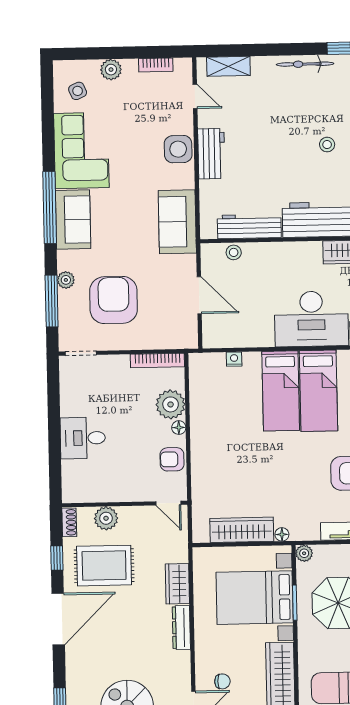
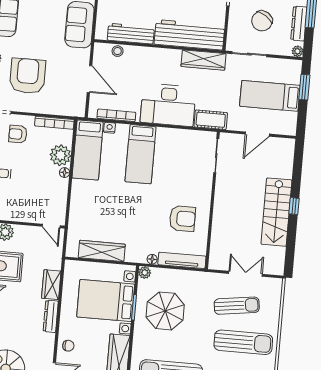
bookcase: (242, 341) -> (116, 115), added
bed: (318, 391) -> (88, 150), moved
armchair: (172, 459) -> (18, 134), moved
floor lamp: (282, 534) -> (152, 259), moved
chair: (222, 681) -> (68, 346), moved

